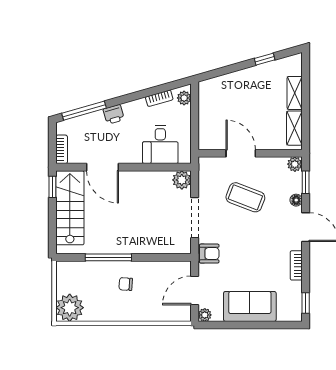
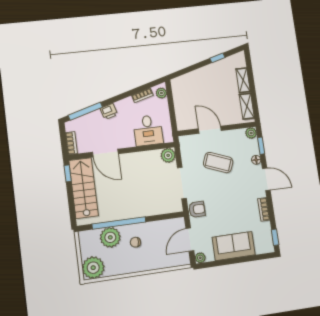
window: (108, 257) -> (119, 223), width x1.46
plant: (95, 274) -> (110, 237), added

